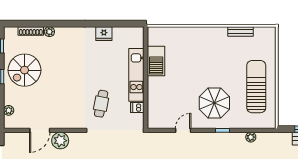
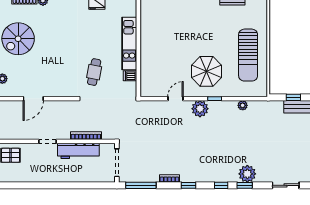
barbecue: (156, 61) -> (149, 30), removed
sun lounger: (256, 87) -> (248, 55), turned 180
plant: (60, 141) -> (200, 109), moved

